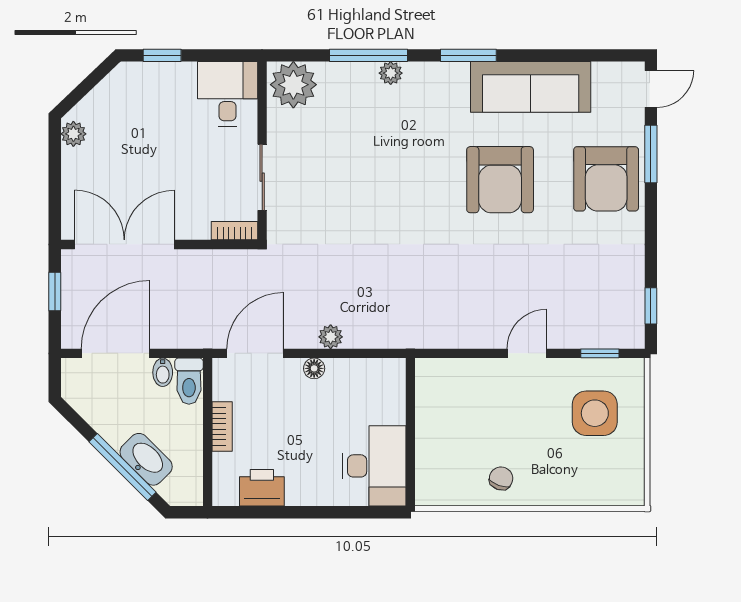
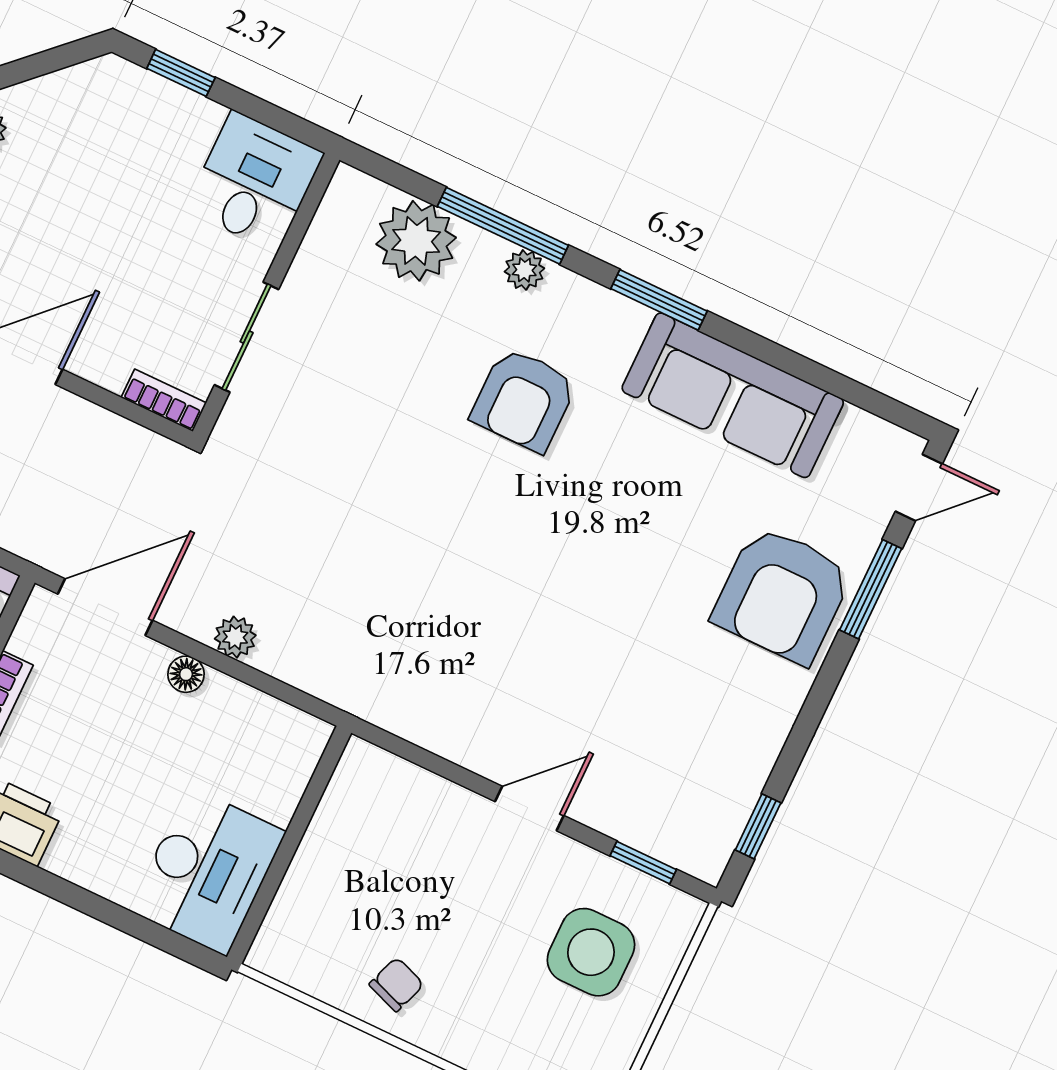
plant: (293, 85) -> (416, 241), moved
armchair: (500, 180) -> (524, 400), moved, width x0.73, depth x0.73

